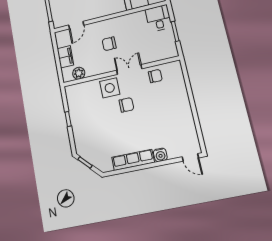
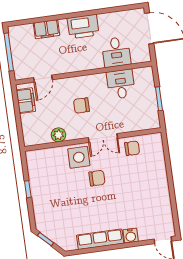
desk: (159, 18) -> (121, 84), moved
filing cabinet: (65, 57) -> (26, 101), moved
double door: (129, 69) -> (103, 138), swing flipped
plant: (79, 73) -> (58, 135), moved

